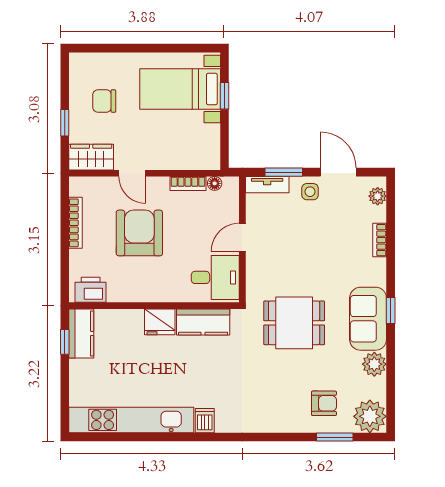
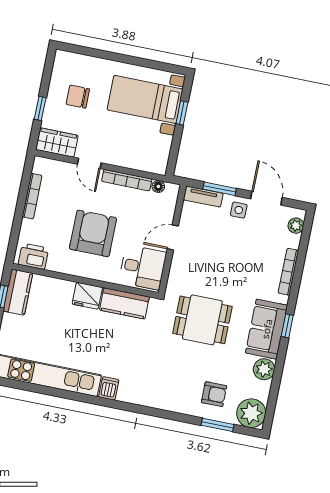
bookcase: (188, 183) -> (127, 180), width x1.56
armchair: (139, 233) -> (93, 233), moved
bookcase: (380, 240) -> (288, 272), width x1.56

